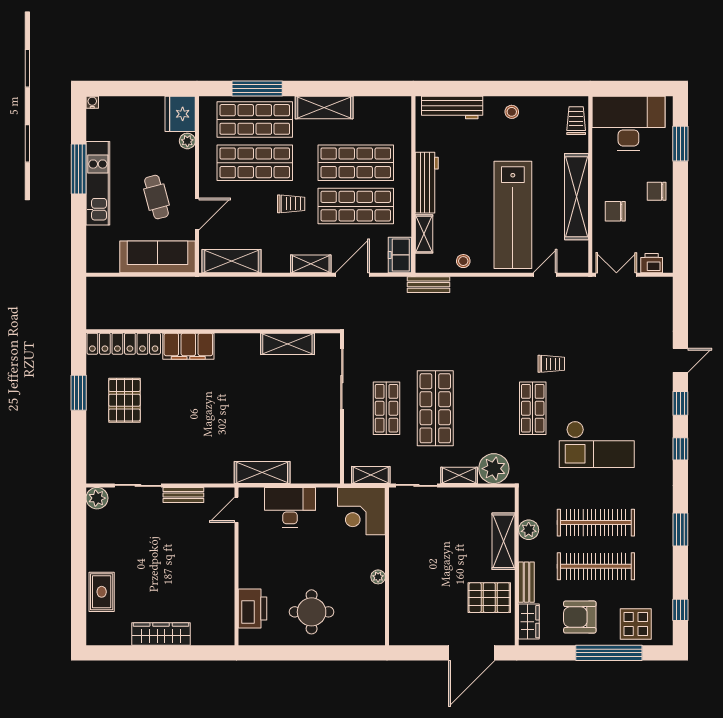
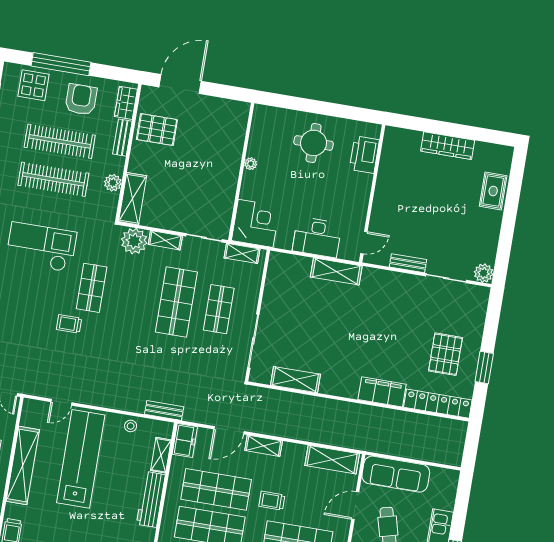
shelving: (504, 541) -> (133, 199), moved
armchair: (580, 617) -> (81, 99), turned -90

